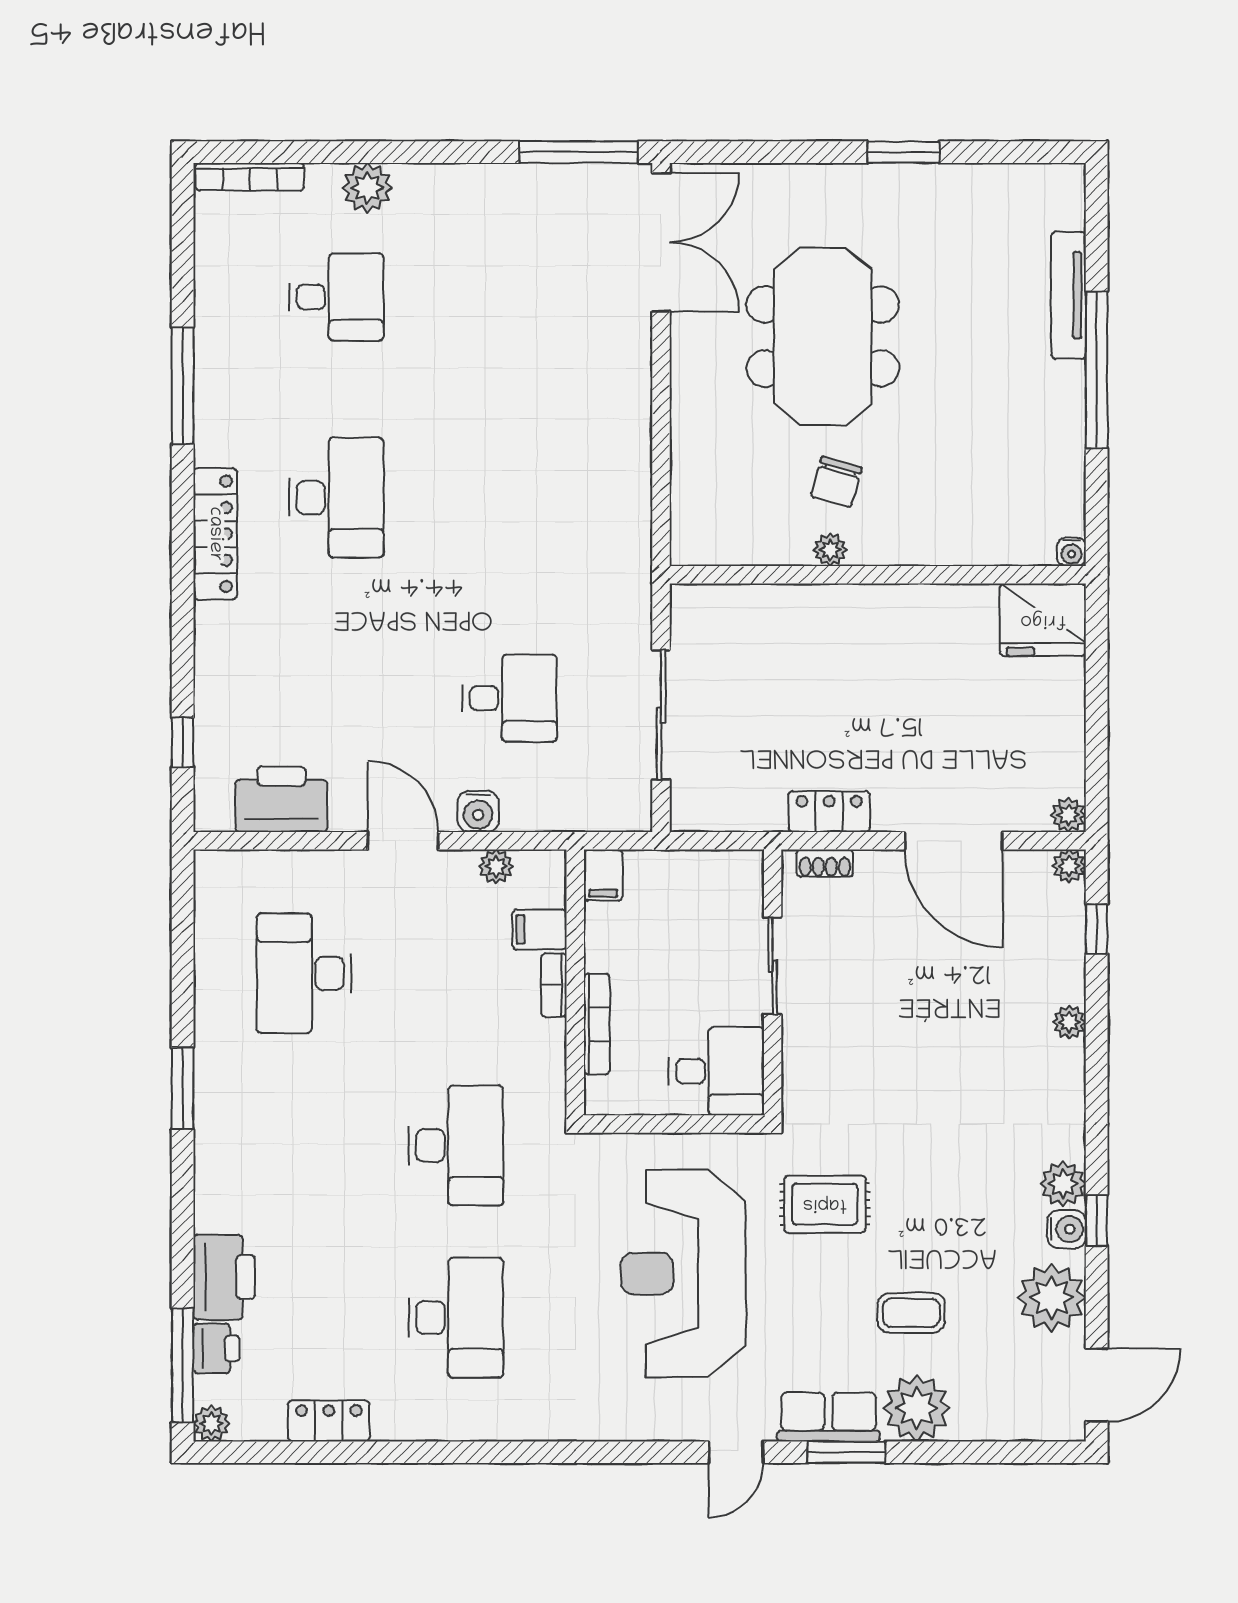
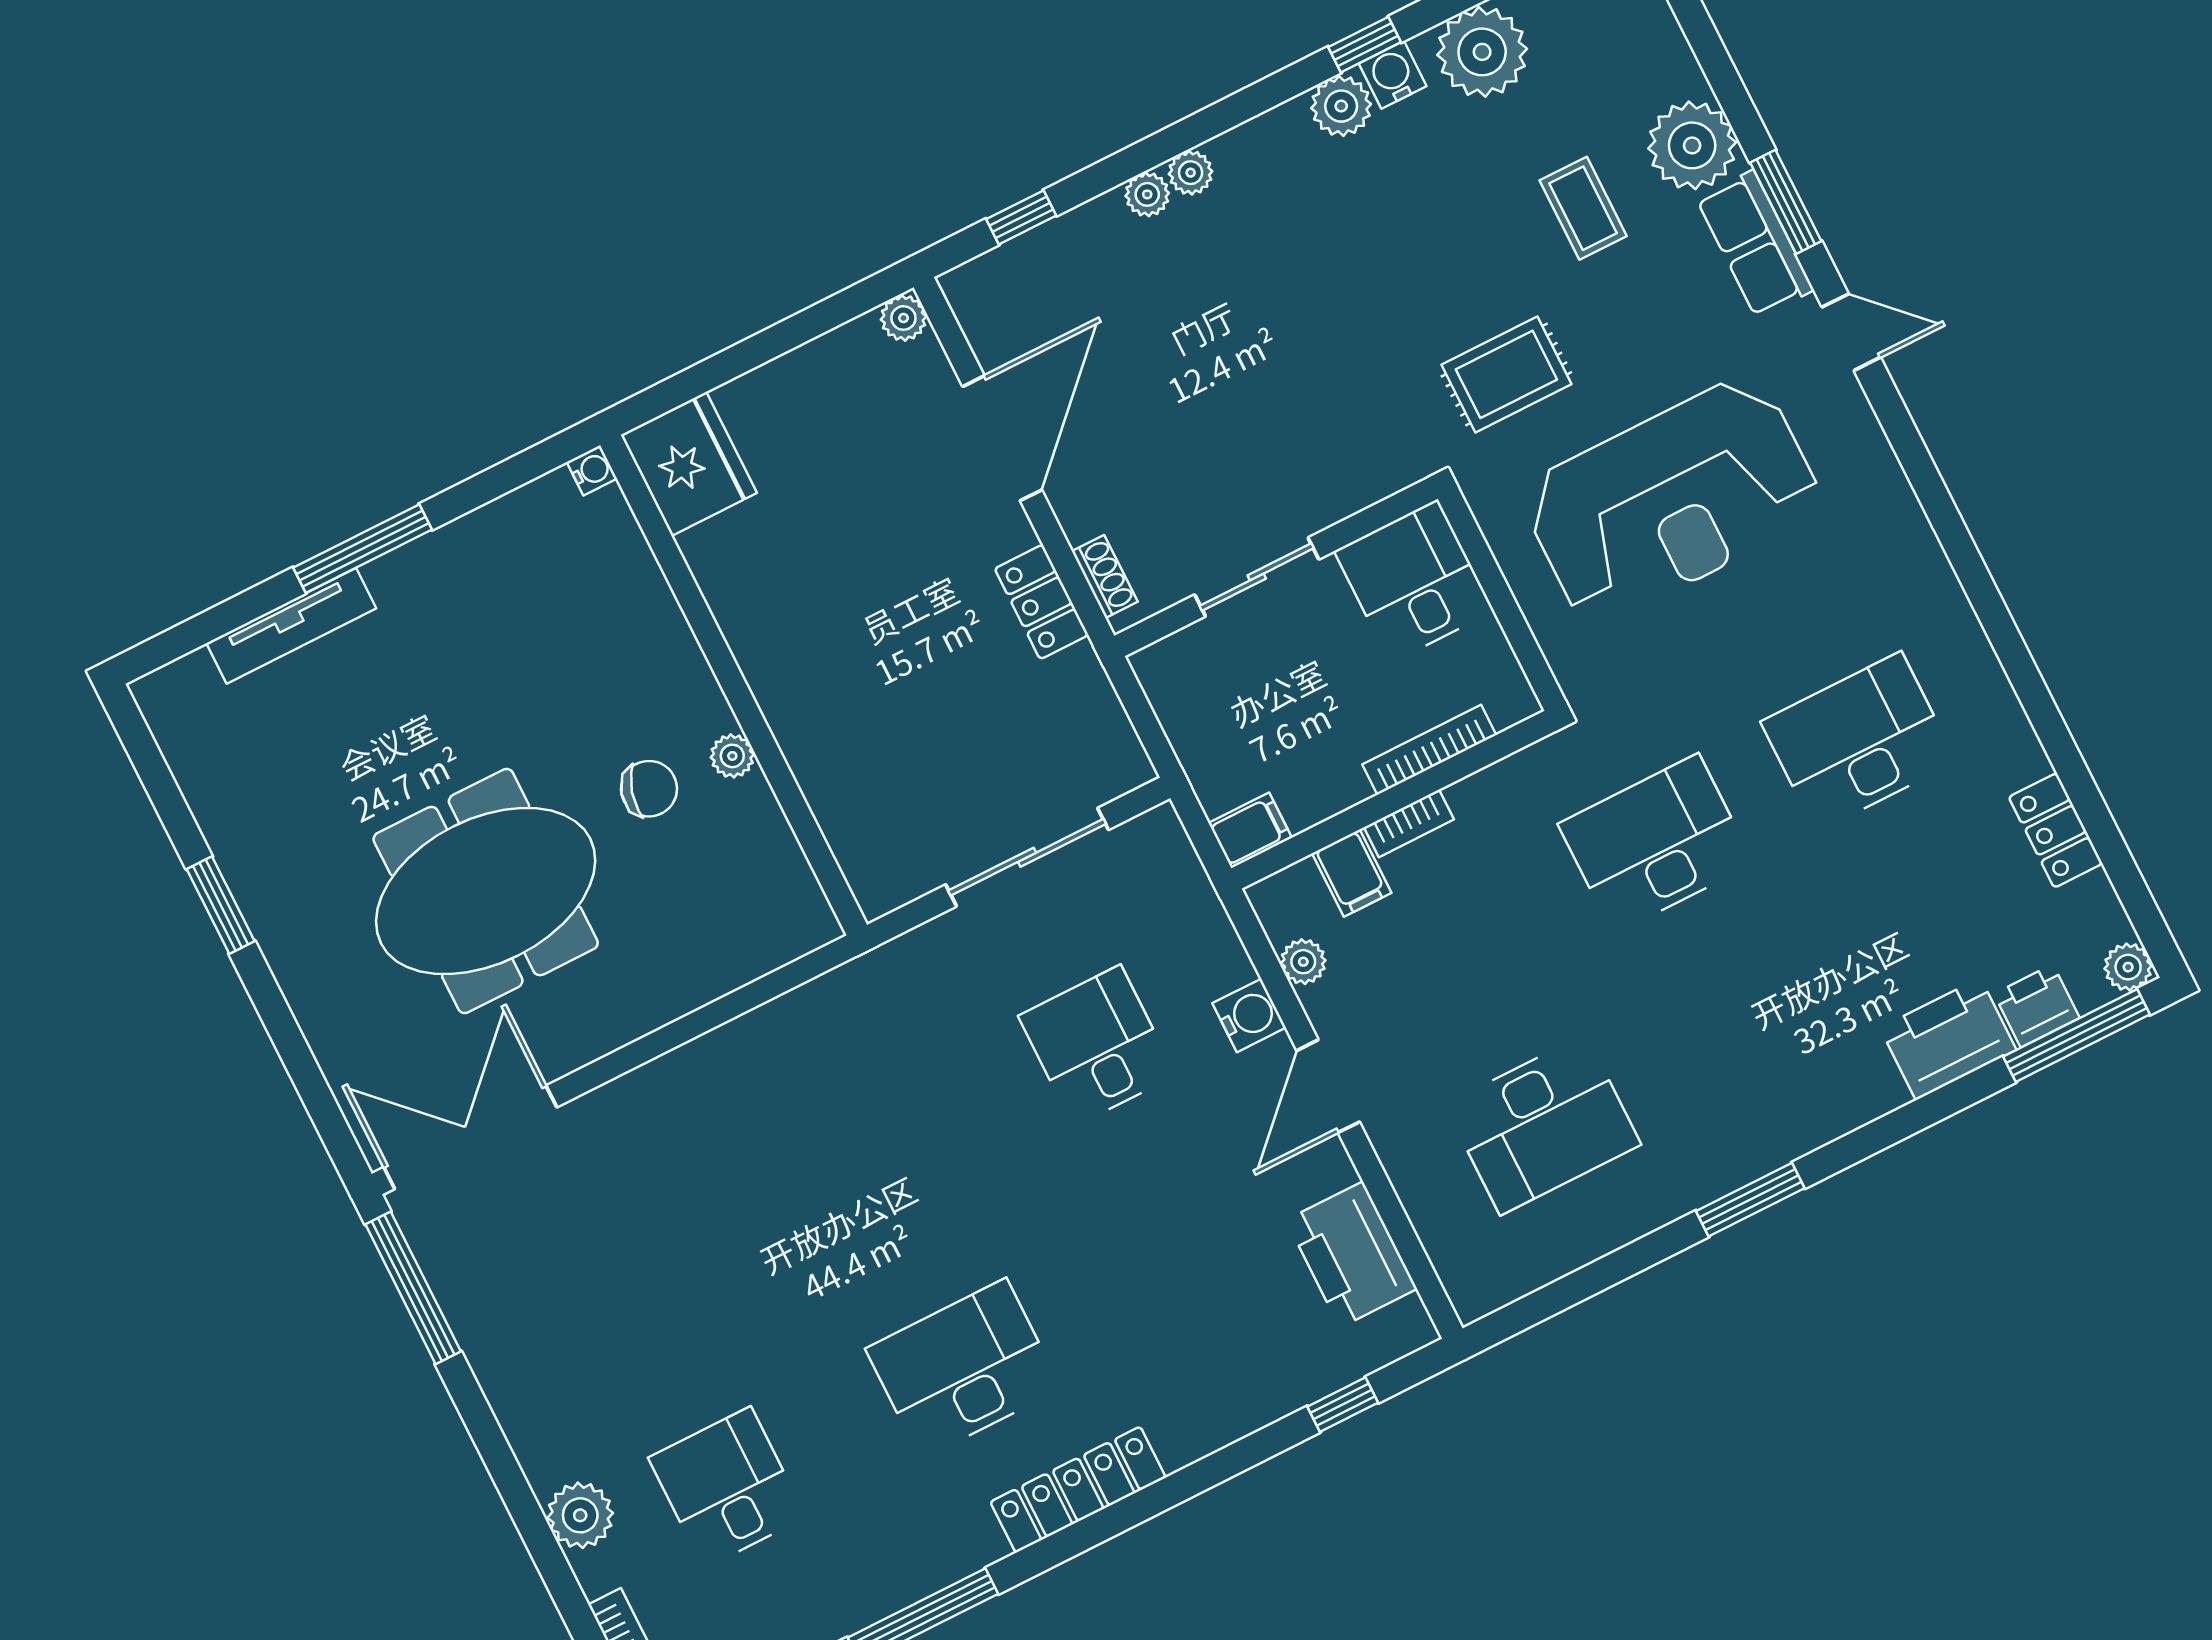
window: (1097, 370) -> (363, 549), width x0.68
plant: (1069, 866) -> (1191, 173), moved
rug: (825, 1204) -> (1506, 374), turned 90

